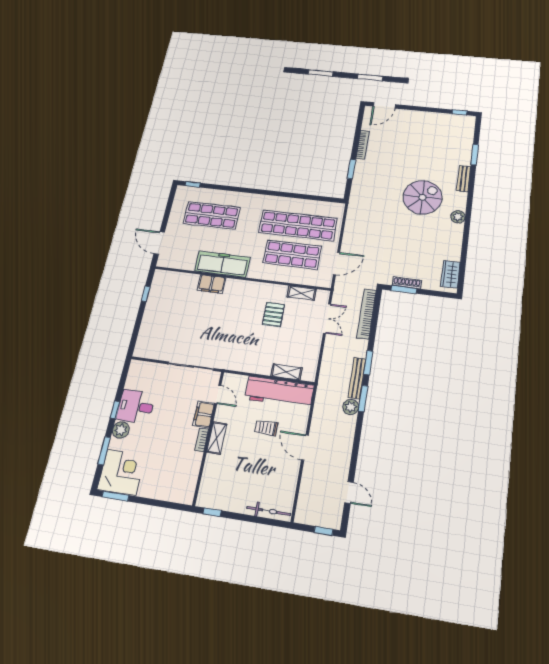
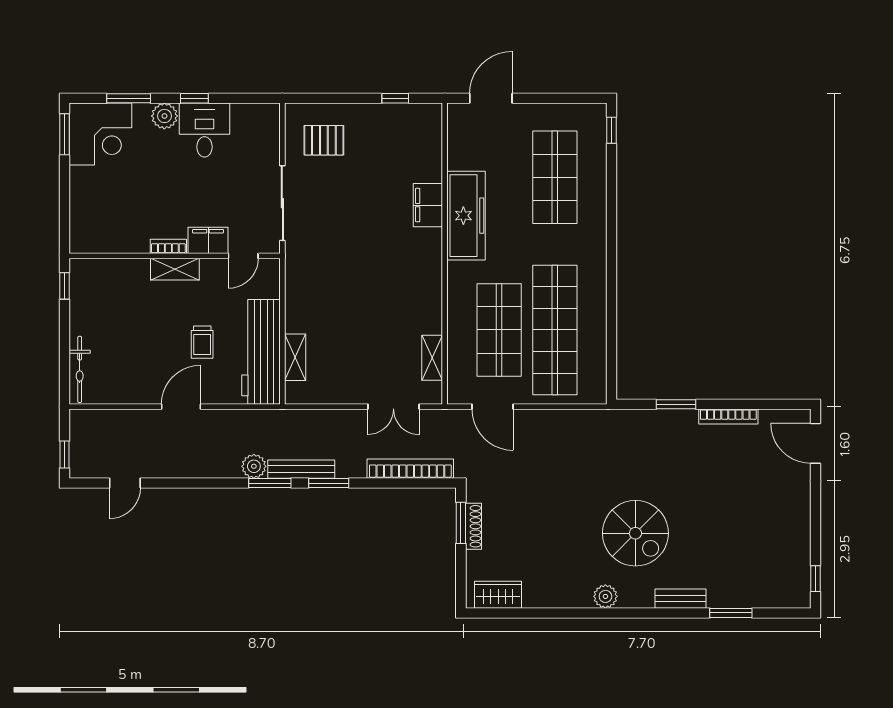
pallet: (273, 314) -> (324, 140), moved
trolley: (266, 428) -> (202, 342), turned 180

